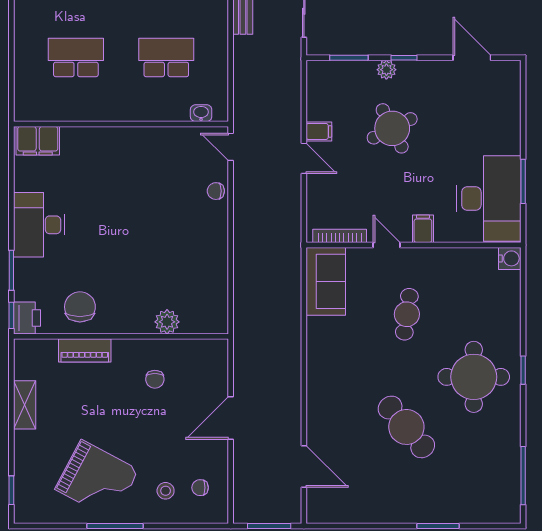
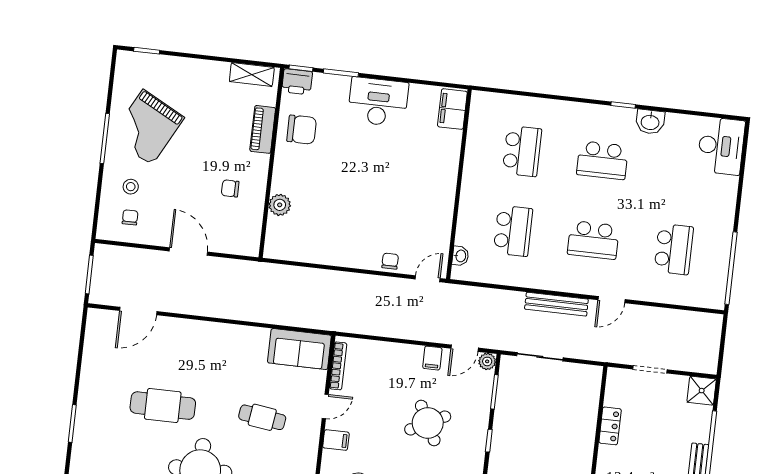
plant: (386, 70) -> (487, 361), moved
door: (304, 158) -> (465, 348), moved
shelving: (25, 405) -> (252, 74), moved
cafe table: (406, 427) -> (163, 406), turned 40

